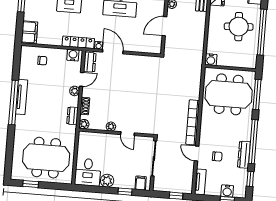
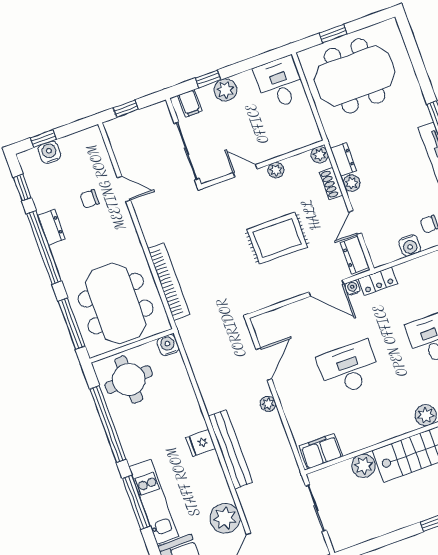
round table: (239, 27) -> (129, 380), moved
locker: (78, 42) -> (378, 281), width x0.66
water cooler: (73, 55) -> (410, 246), moved
rug: (127, 90) -> (277, 238), added
plant: (75, 91) -> (352, 183), moved
meeting table: (229, 94) -> (116, 304), turned 90
bookcase: (193, 122) -> (169, 282), moved
dresser: (244, 155) -> (52, 227), width x0.70
plant: (107, 181) -> (225, 90), moved
tv unit: (200, 182) -> (98, 147), removed
window: (31, 184) -> (333, 34), moved

